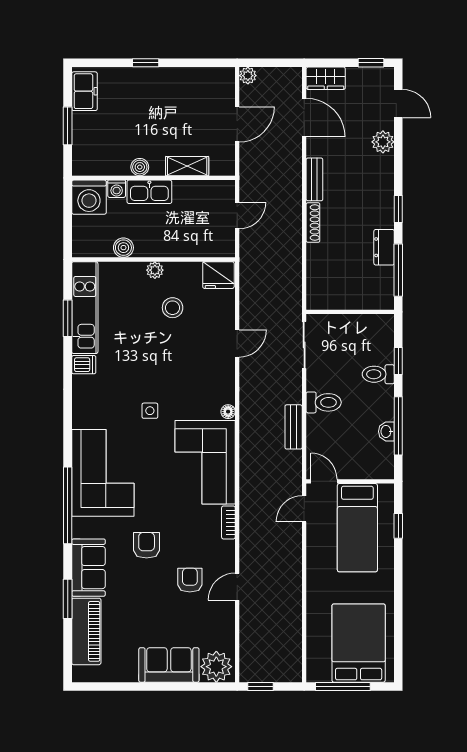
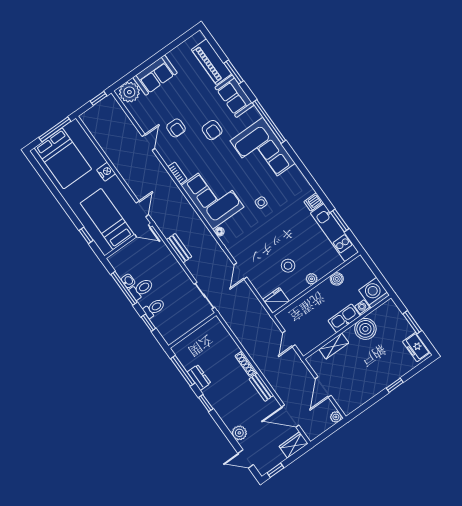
boiler: (140, 167) -> (365, 329), width x1.86, depth x1.86
toilet: (324, 402) -> (142, 289), moved, turned 180
nightstand: (316, 588) -> (106, 172), added

